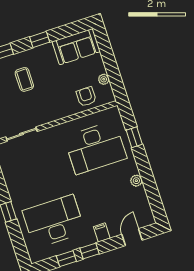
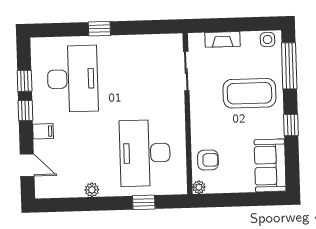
coffee table: (24, 79) -> (249, 93), width x1.86, depth x1.72
plant: (104, 79) -> (199, 187), moved

